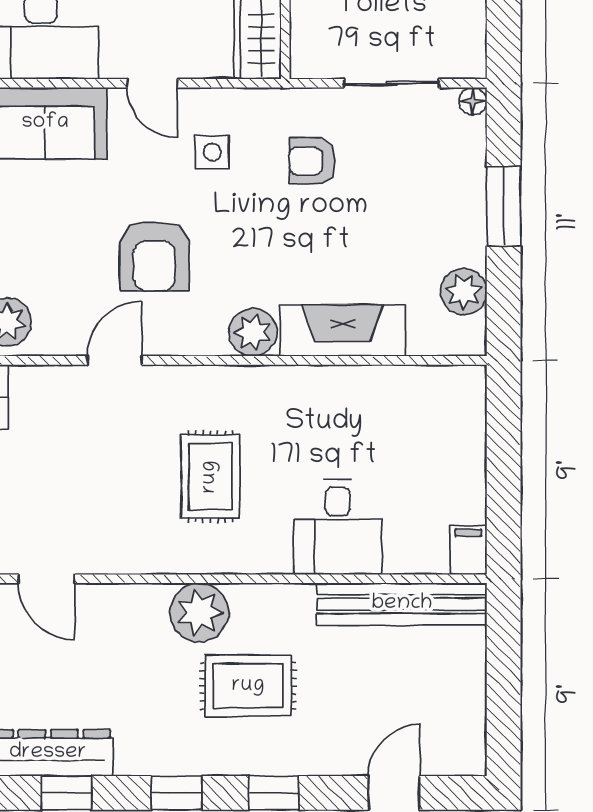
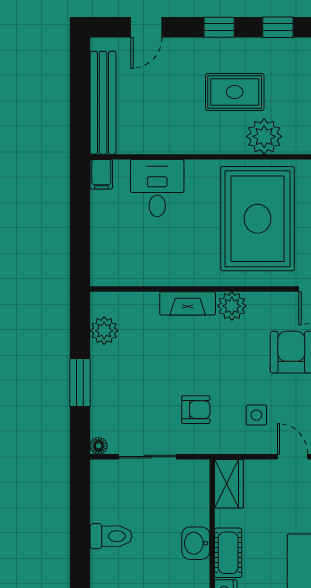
fireplace: (343, 330) -> (188, 303), width x0.73, depth x0.76
rug: (210, 477) -> (258, 219), width x1.86, depth x2.06
desk: (338, 527) -> (157, 188), moved
bench: (402, 604) -> (103, 103), moved, turned 90

